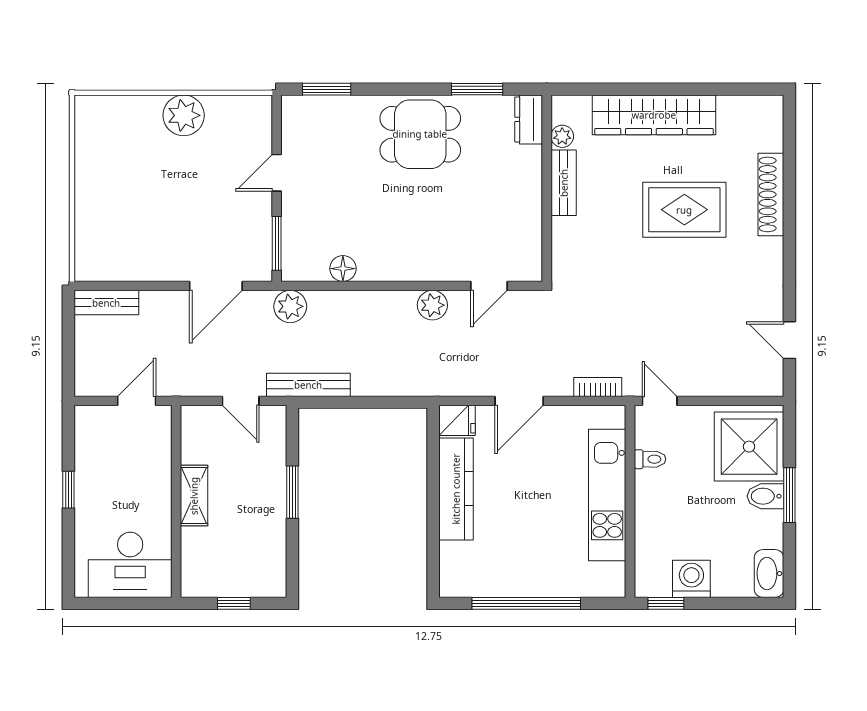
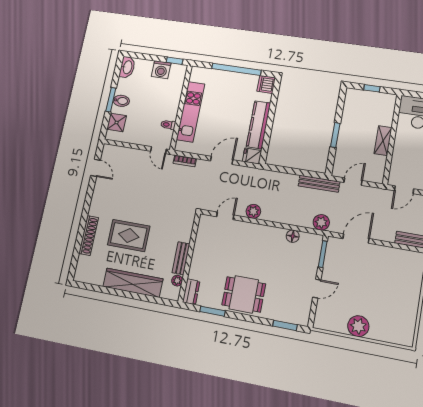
door: (241, 401) -> (353, 182), hinge flipped
shower: (749, 447) -> (117, 122), width x0.54, depth x0.54
dishwasher: (456, 579) -> (266, 84), added

